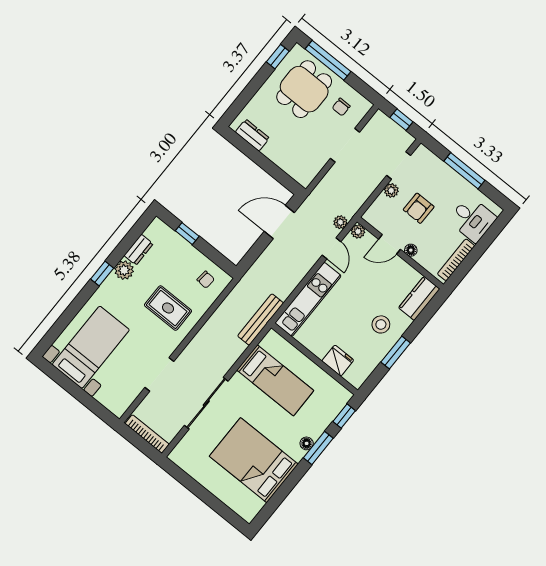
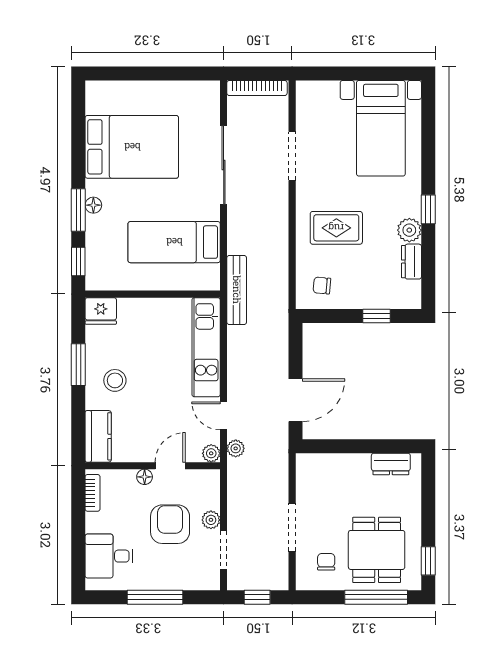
armchair: (419, 208) -> (170, 524), width x1.38, depth x1.38
bookcase: (456, 260) -> (93, 493), width x0.64
fridge: (338, 361) -> (101, 311), moved

